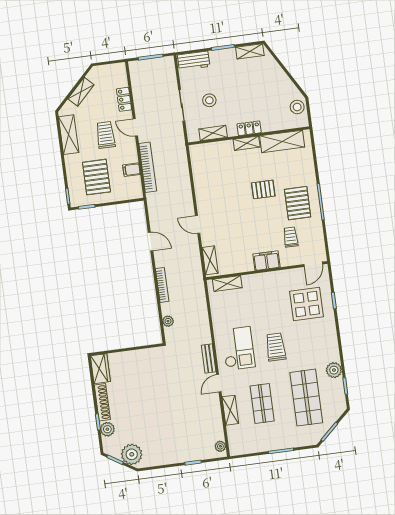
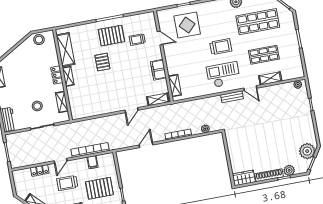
filing cabinet: (266, 261) -> (158, 70), moved
door: (313, 264) -> (160, 38), moved
trolley: (276, 347) -> (221, 47), turned 180

